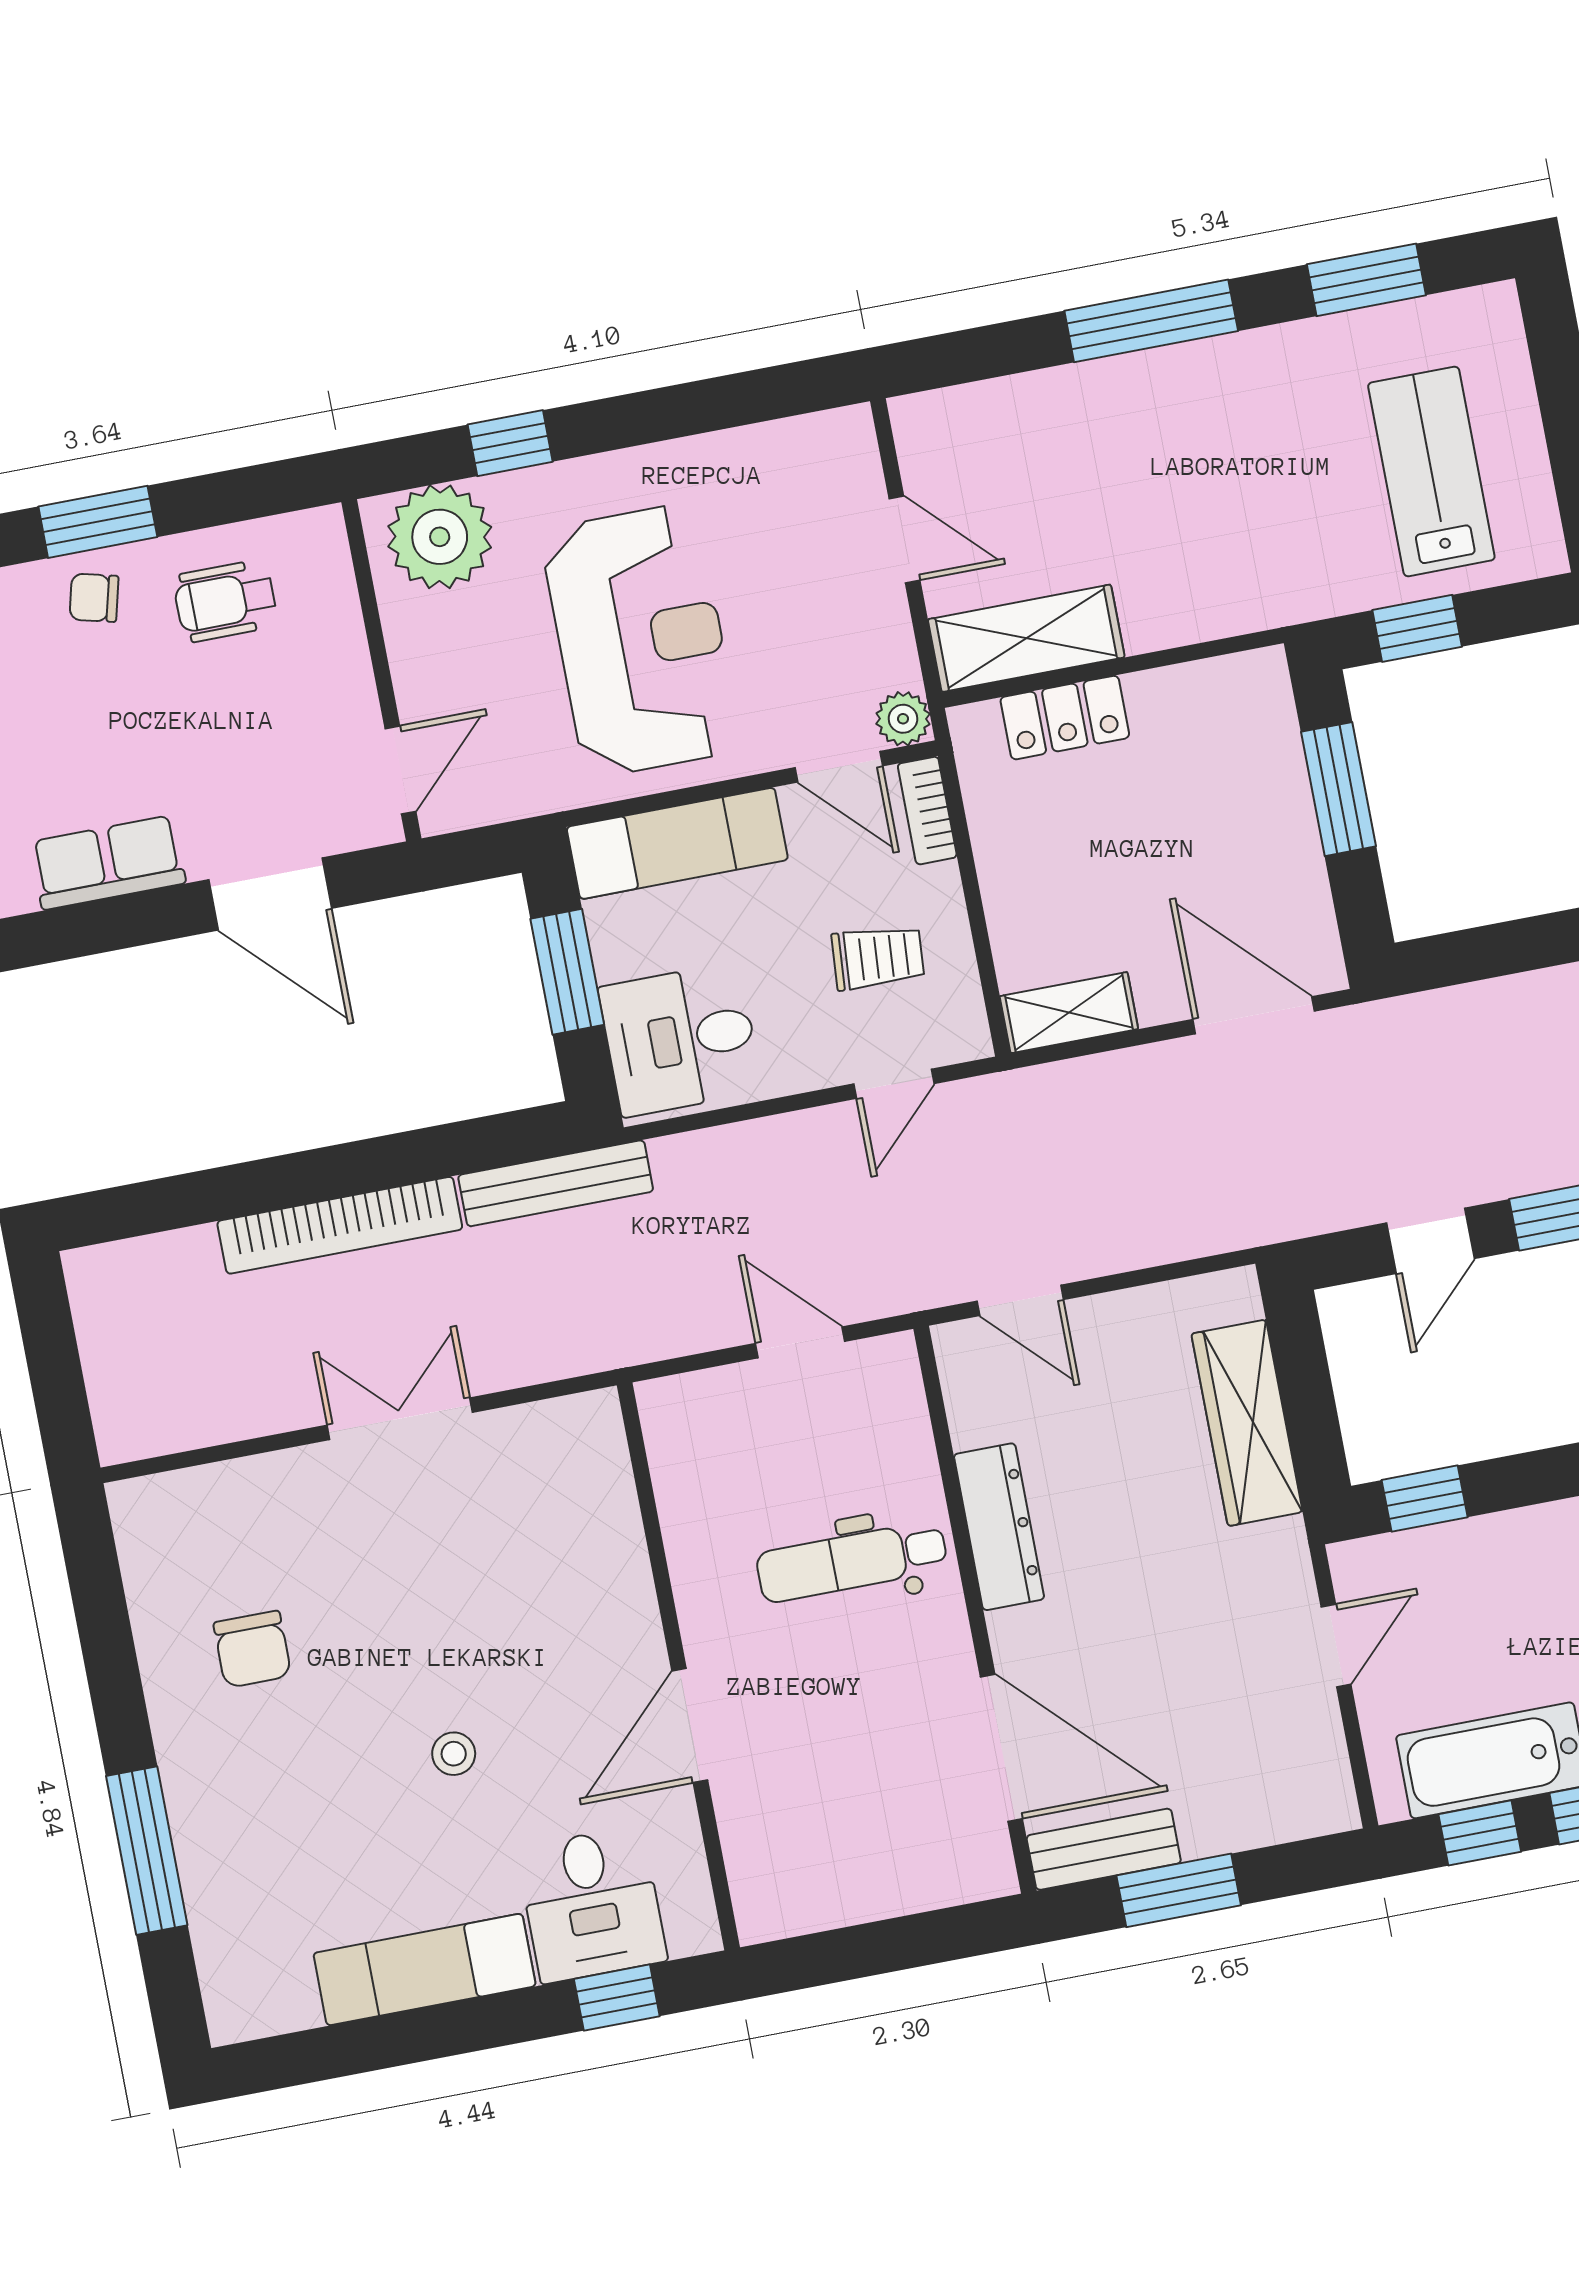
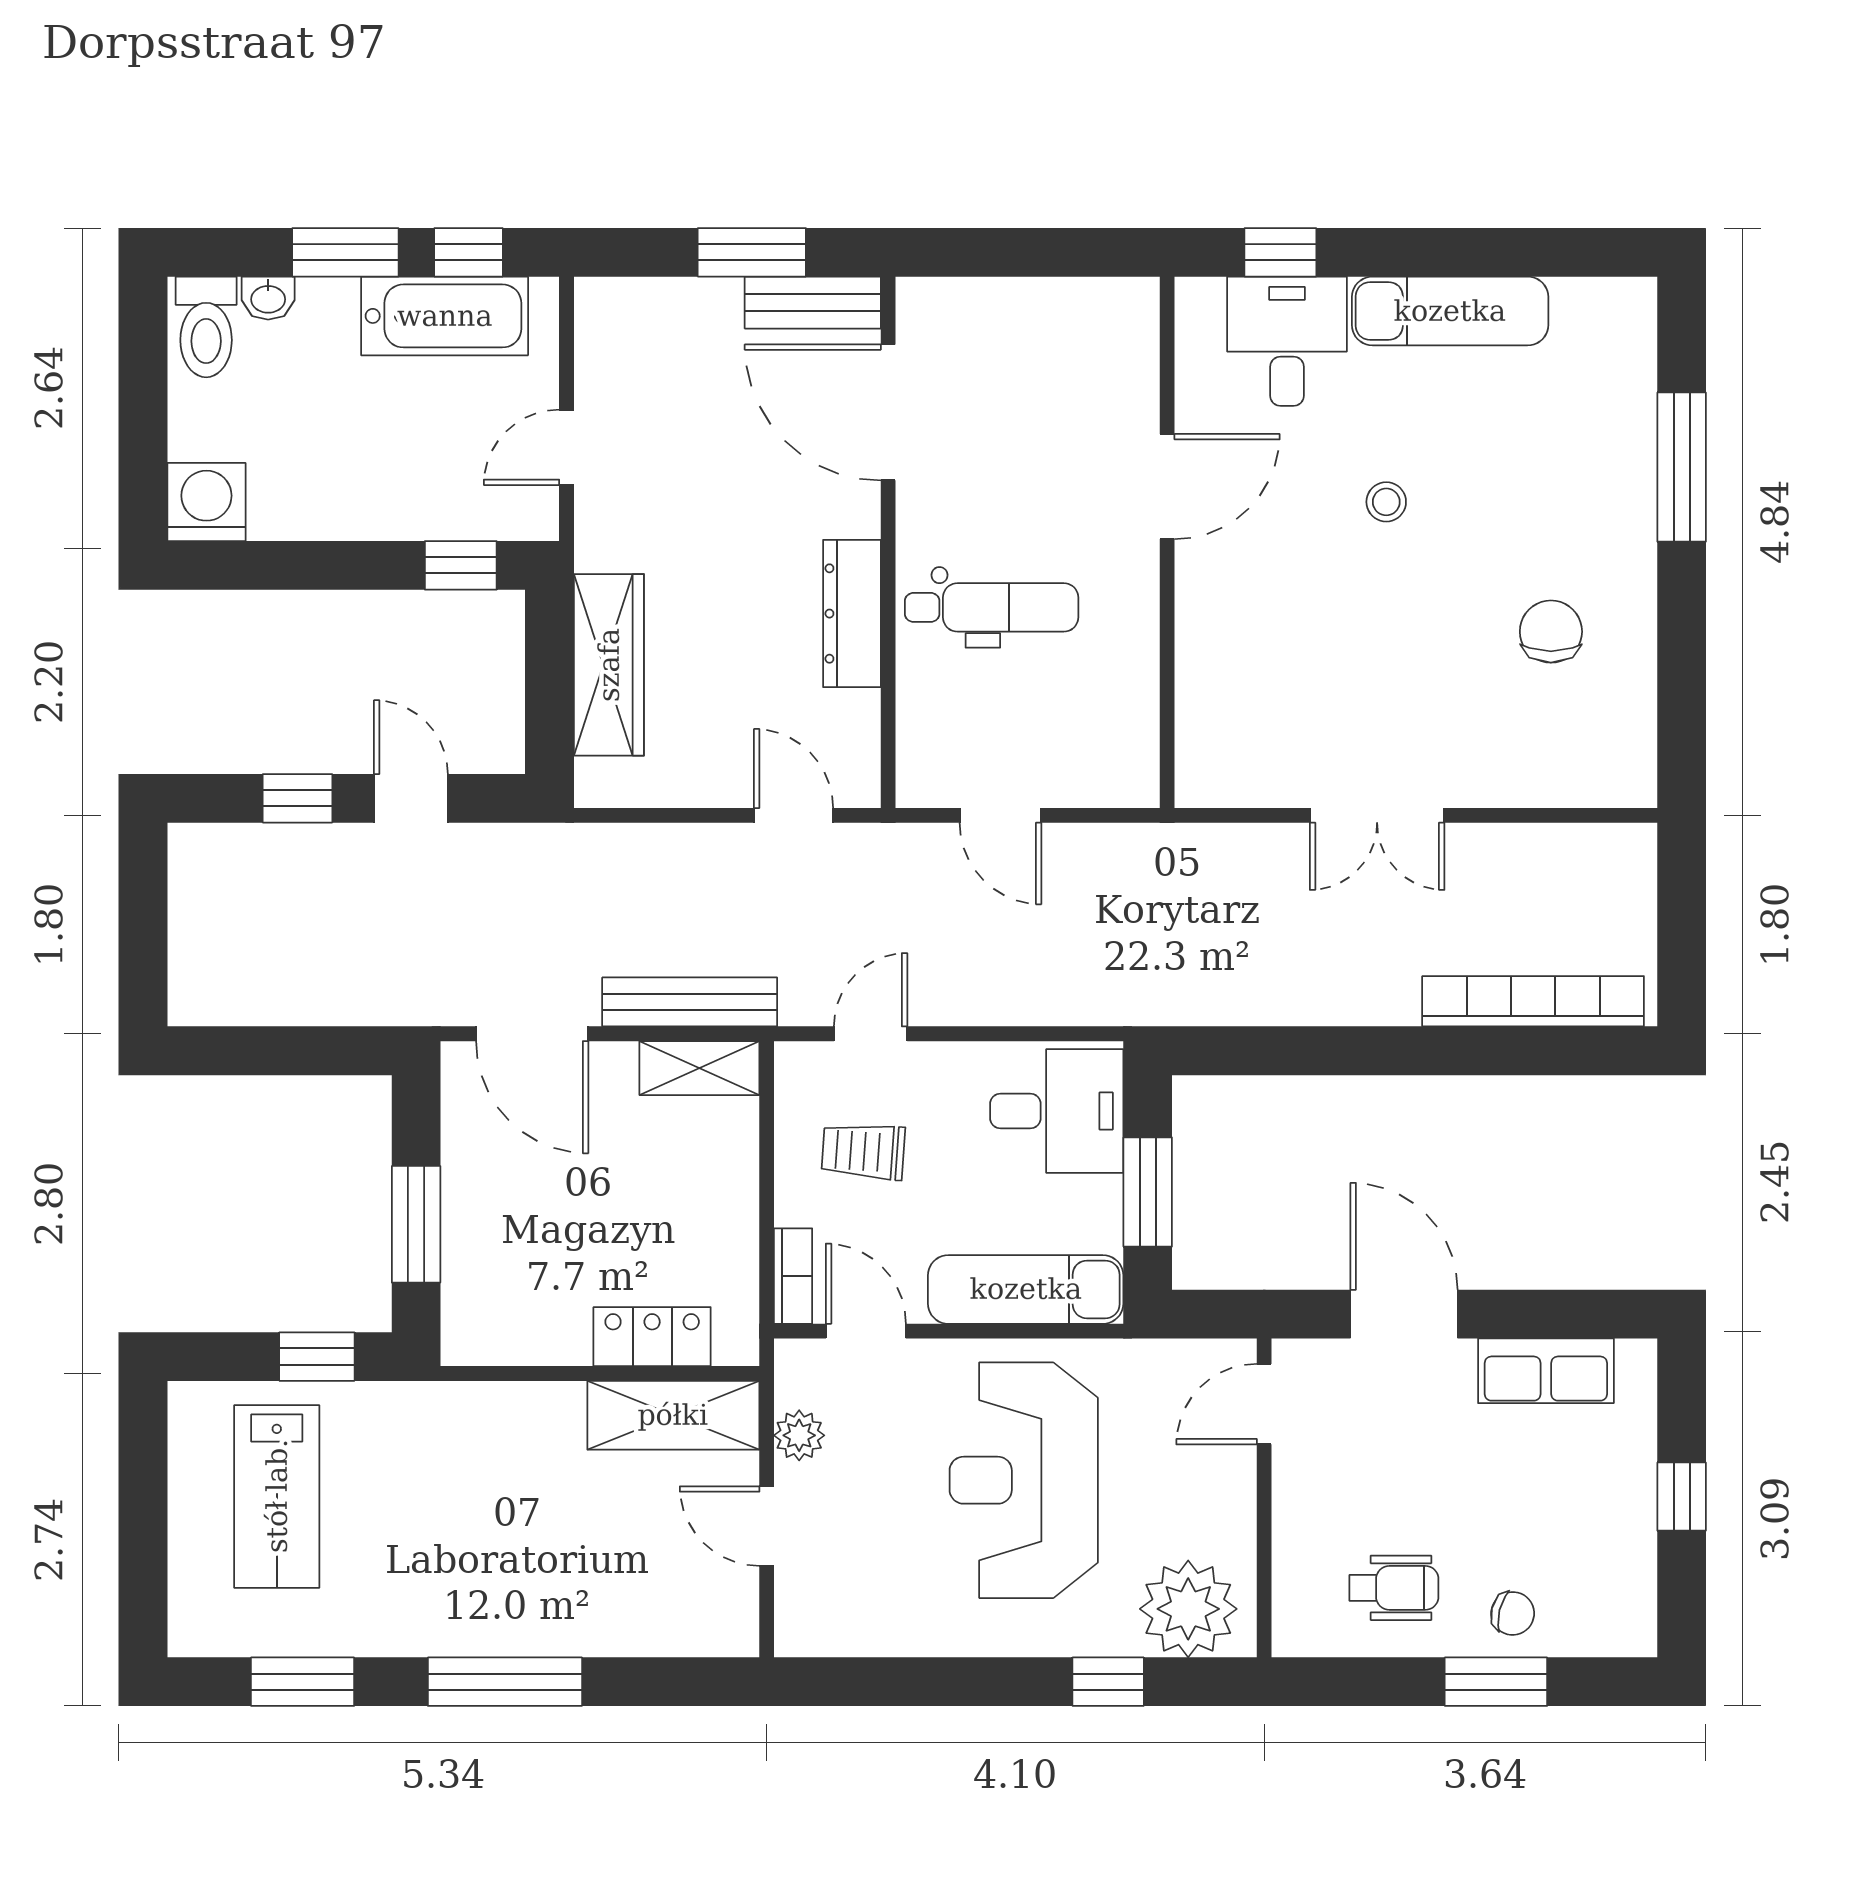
plant: (903, 719) -> (799, 1435), moved
bench: (556, 1183) -> (690, 1002), moved
bookcase: (340, 1225) -> (1533, 1001), moved
door: (1430, 1241) -> (411, 798), hinge flipped

